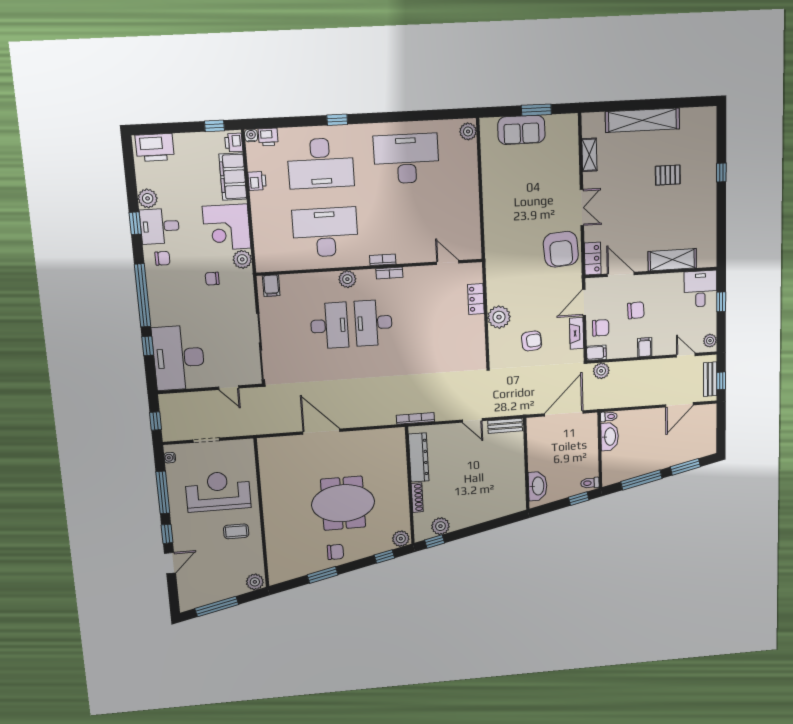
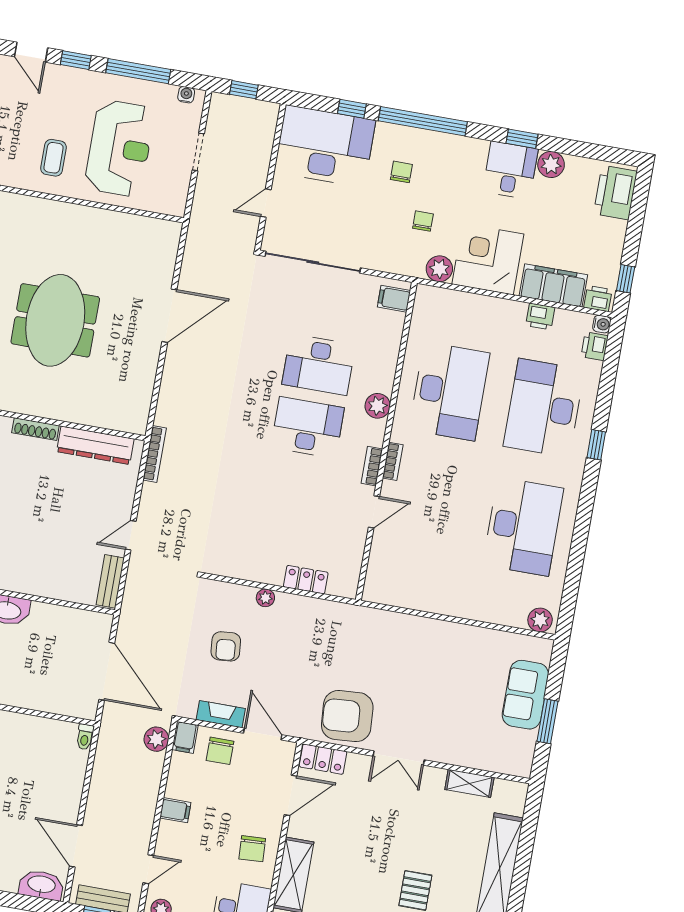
chair: (162, 258) -> (401, 172), moved, turned 180
door: (448, 263) -> (374, 512), moved
chair: (636, 310) -> (252, 849), moved
plant: (499, 317) -> (265, 598), width x0.53, depth x0.53
washbasin: (610, 437) -> (41, 885), moved, turned 180

